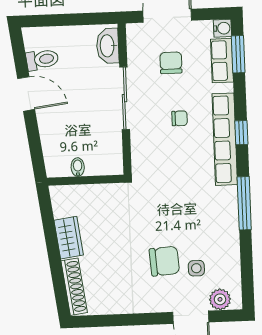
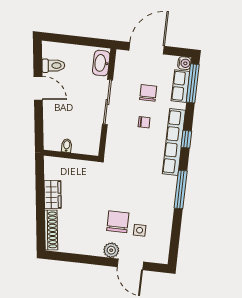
window: (238, 54) -> (193, 83), width x1.44
chair: (171, 63) -> (148, 93), moved
chair: (164, 261) -> (118, 222), turned -86
plant: (220, 299) -> (111, 250), moved

